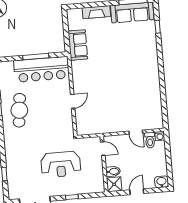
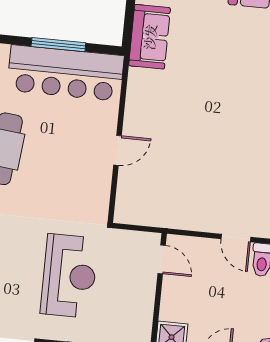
reception desk: (61, 164) -> (69, 276), turned -90
bidet: (113, 171) -> (174, 310), removed

